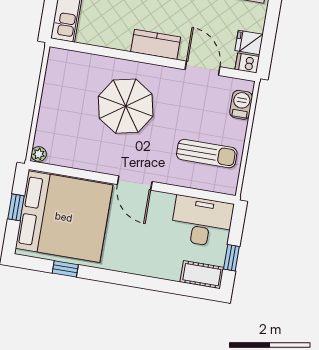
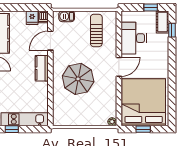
desk: (202, 222) -> (134, 38), moved
window: (65, 269) -> (172, 30), moved

